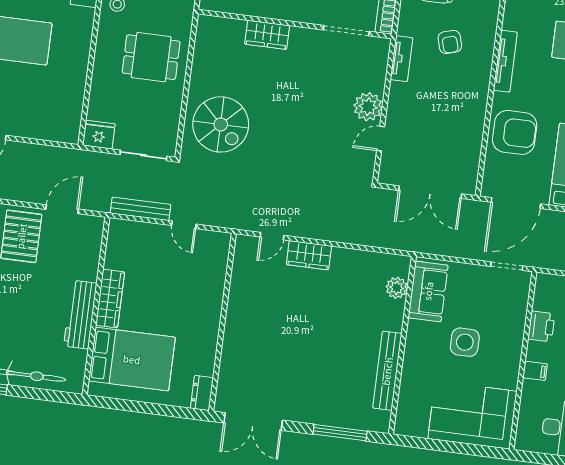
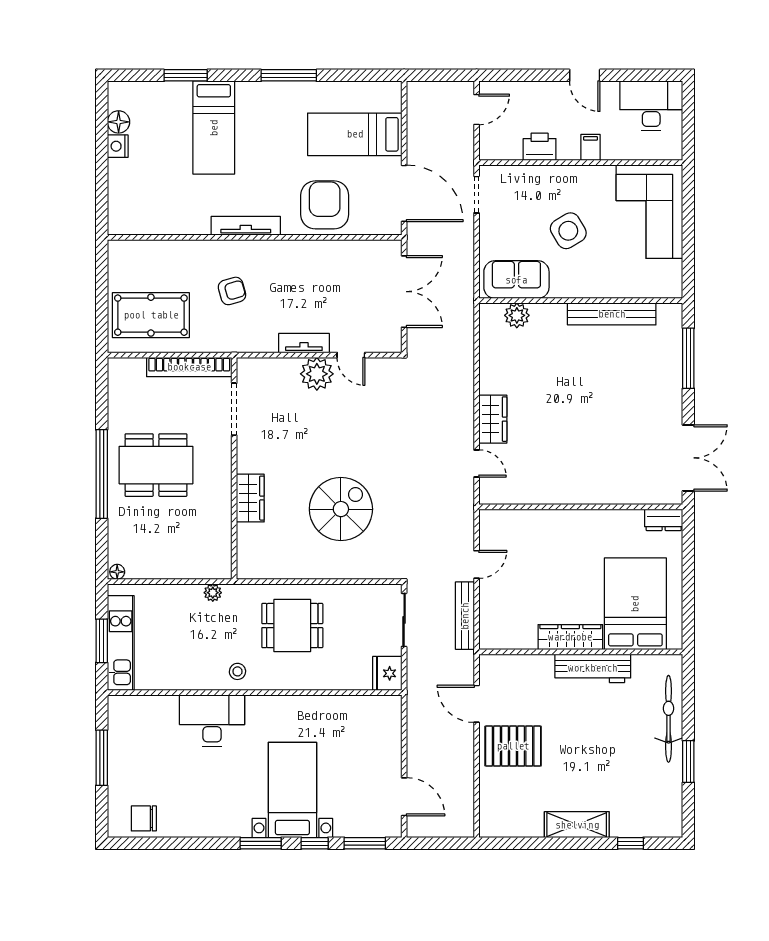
dining table: (151, 57) -> (292, 626), turned 90
tv unit: (401, 59) -> (304, 343), moved
spiral stairs: (221, 124) -> (341, 509), moved
side table: (465, 342) -> (568, 231), turned -31

